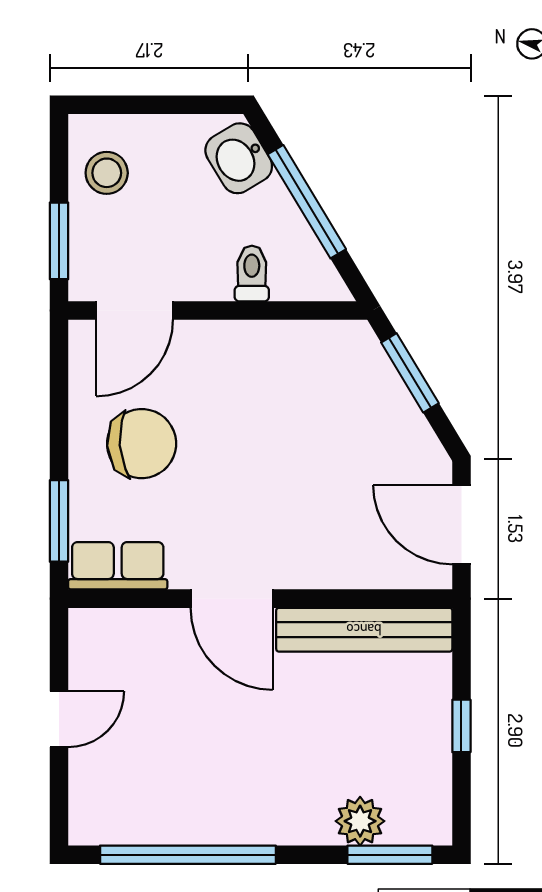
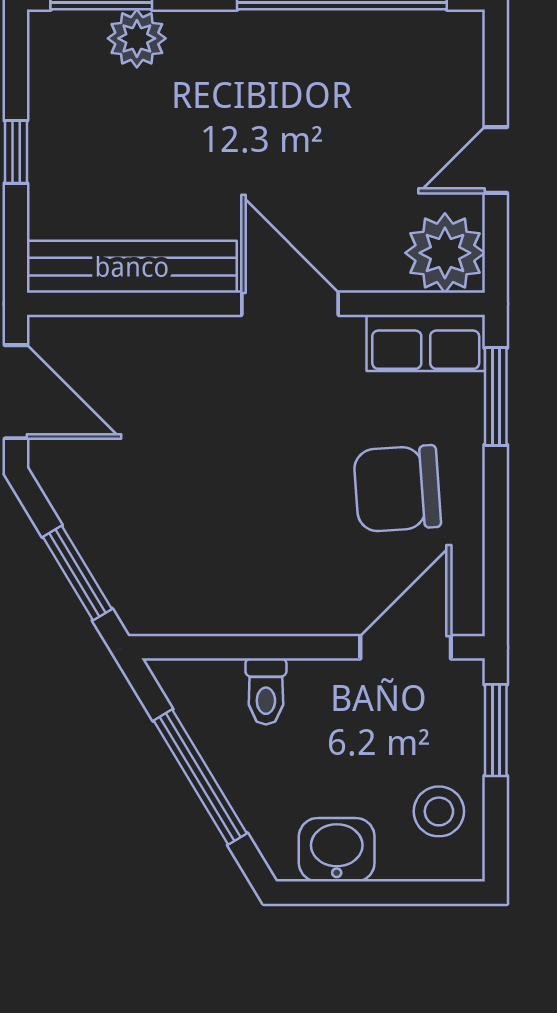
washbasin: (239, 158) -> (337, 850), moved, turned -59
plant: (102, 641) -> (445, 253), added

